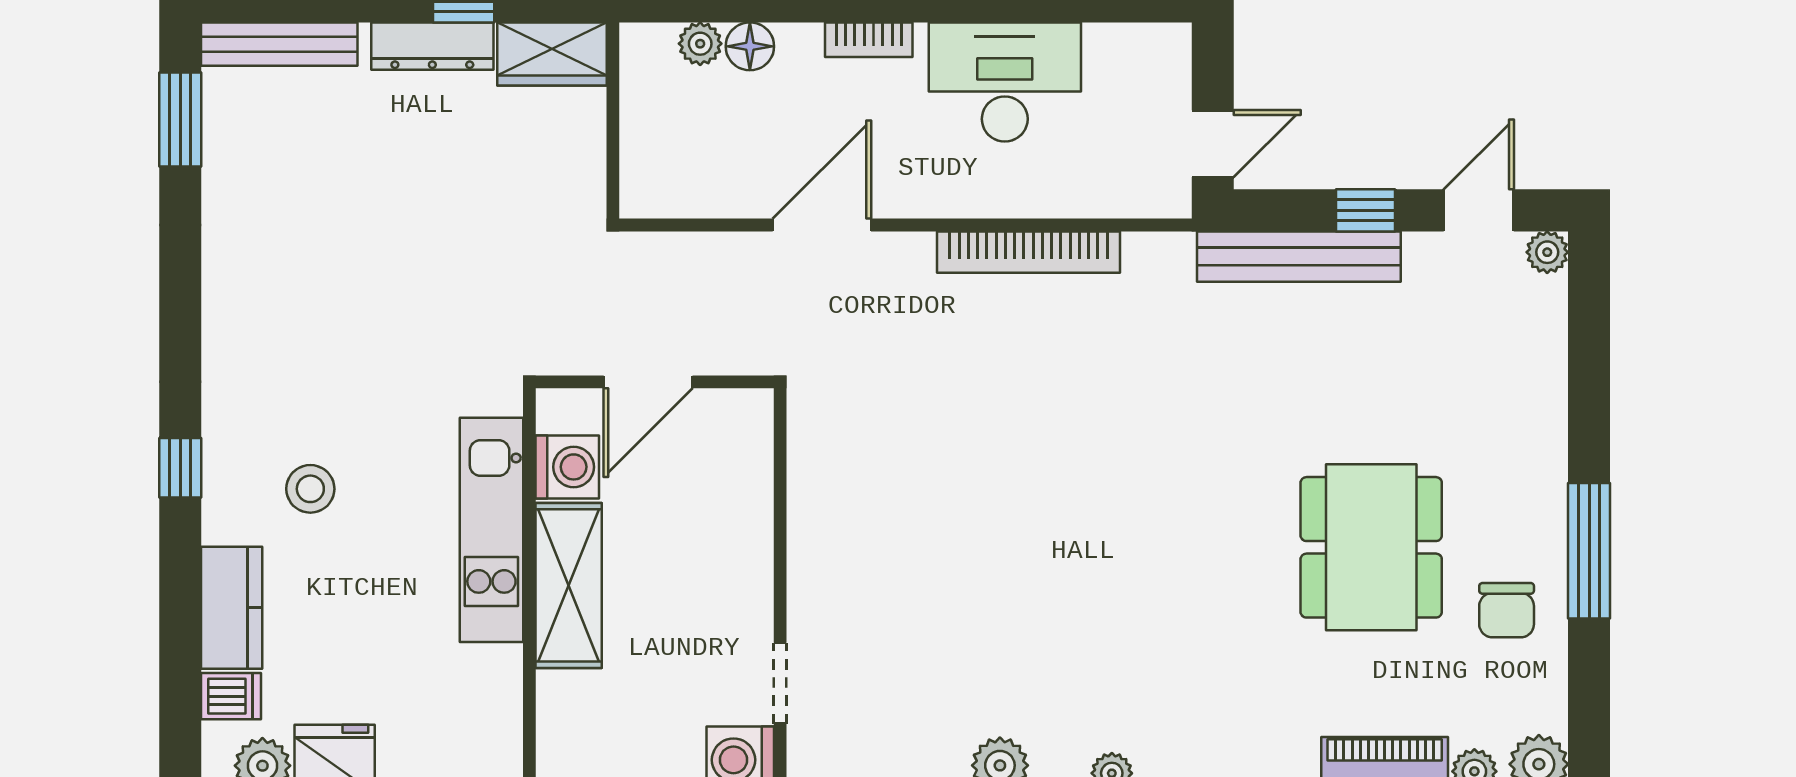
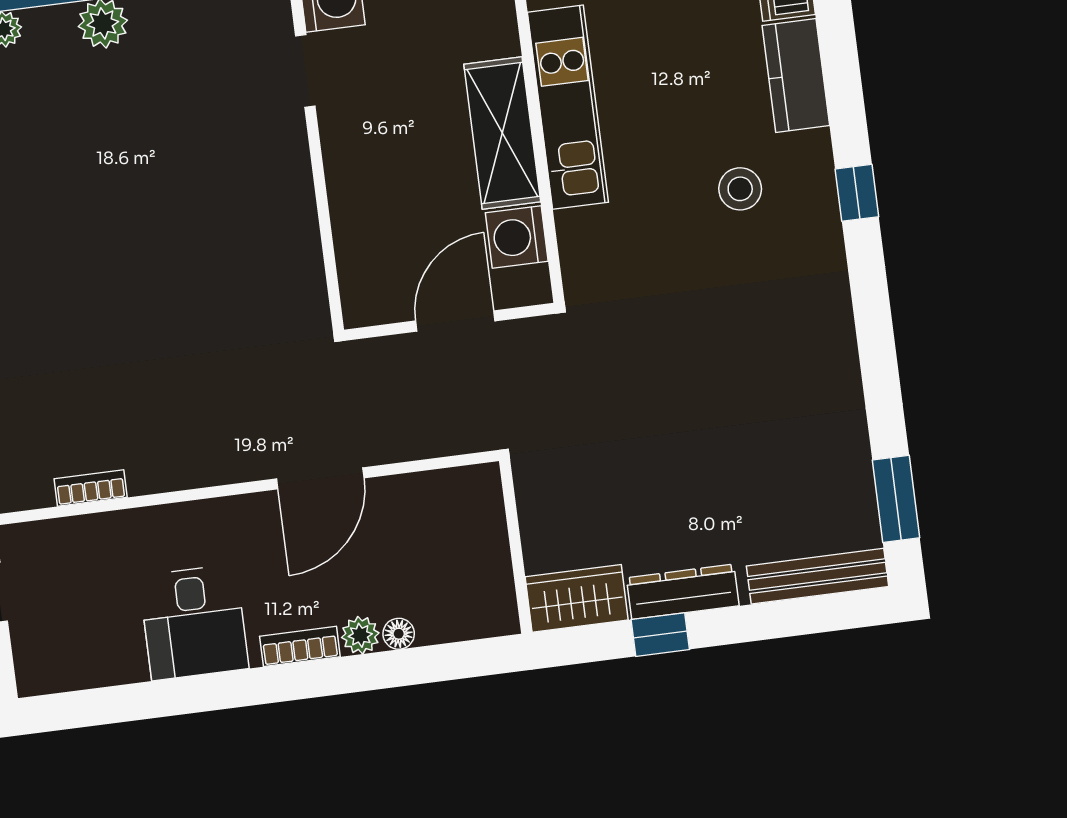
plant: (700, 44) -> (360, 635), moved
floor lamp: (750, 46) -> (399, 634), width x0.73, depth x0.73
desk: (1005, 82) -> (194, 622), width x0.73
bookcase: (1028, 252) -> (91, 488), width x0.43, depth x0.76
kitchen unit: (491, 530) -> (568, 107), moved

